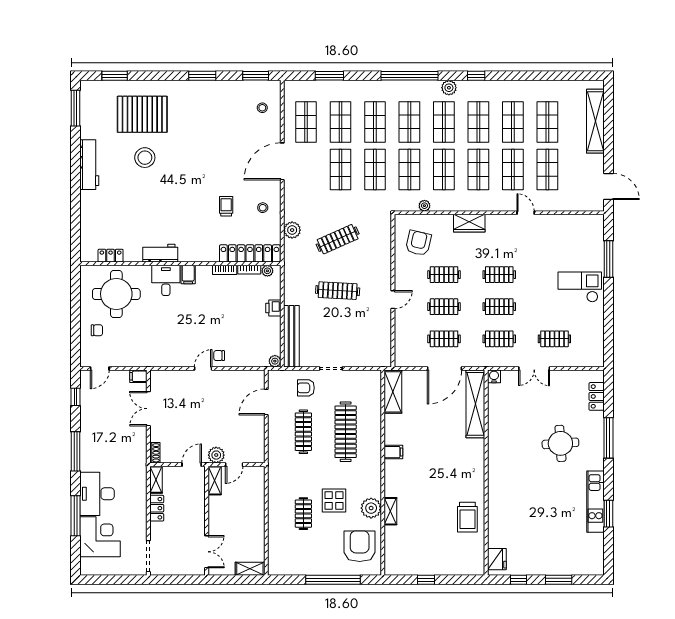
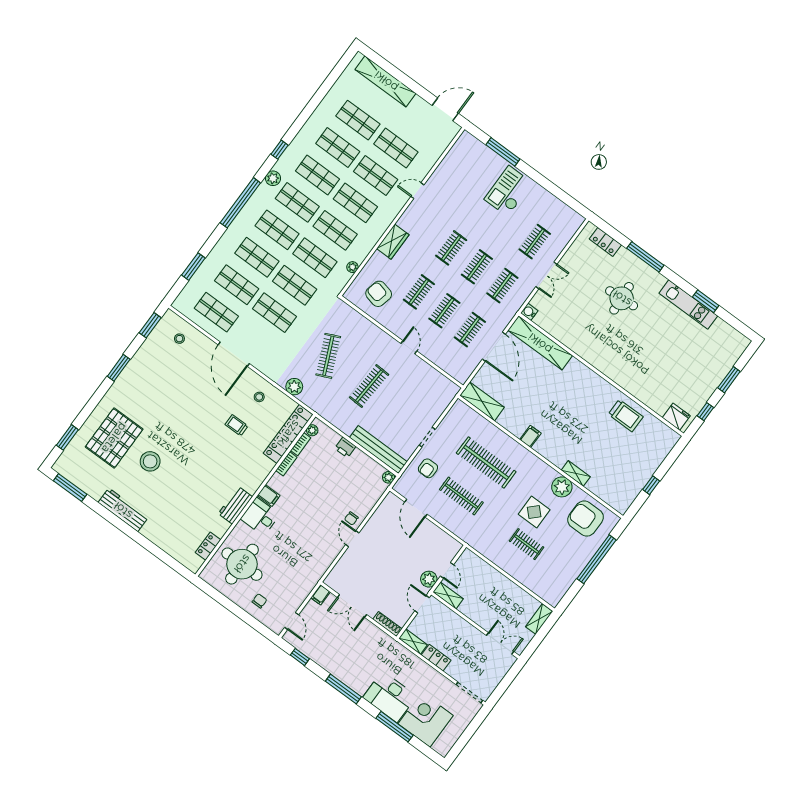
shoe rack: (155, 453) -> (387, 624), width x1.43

